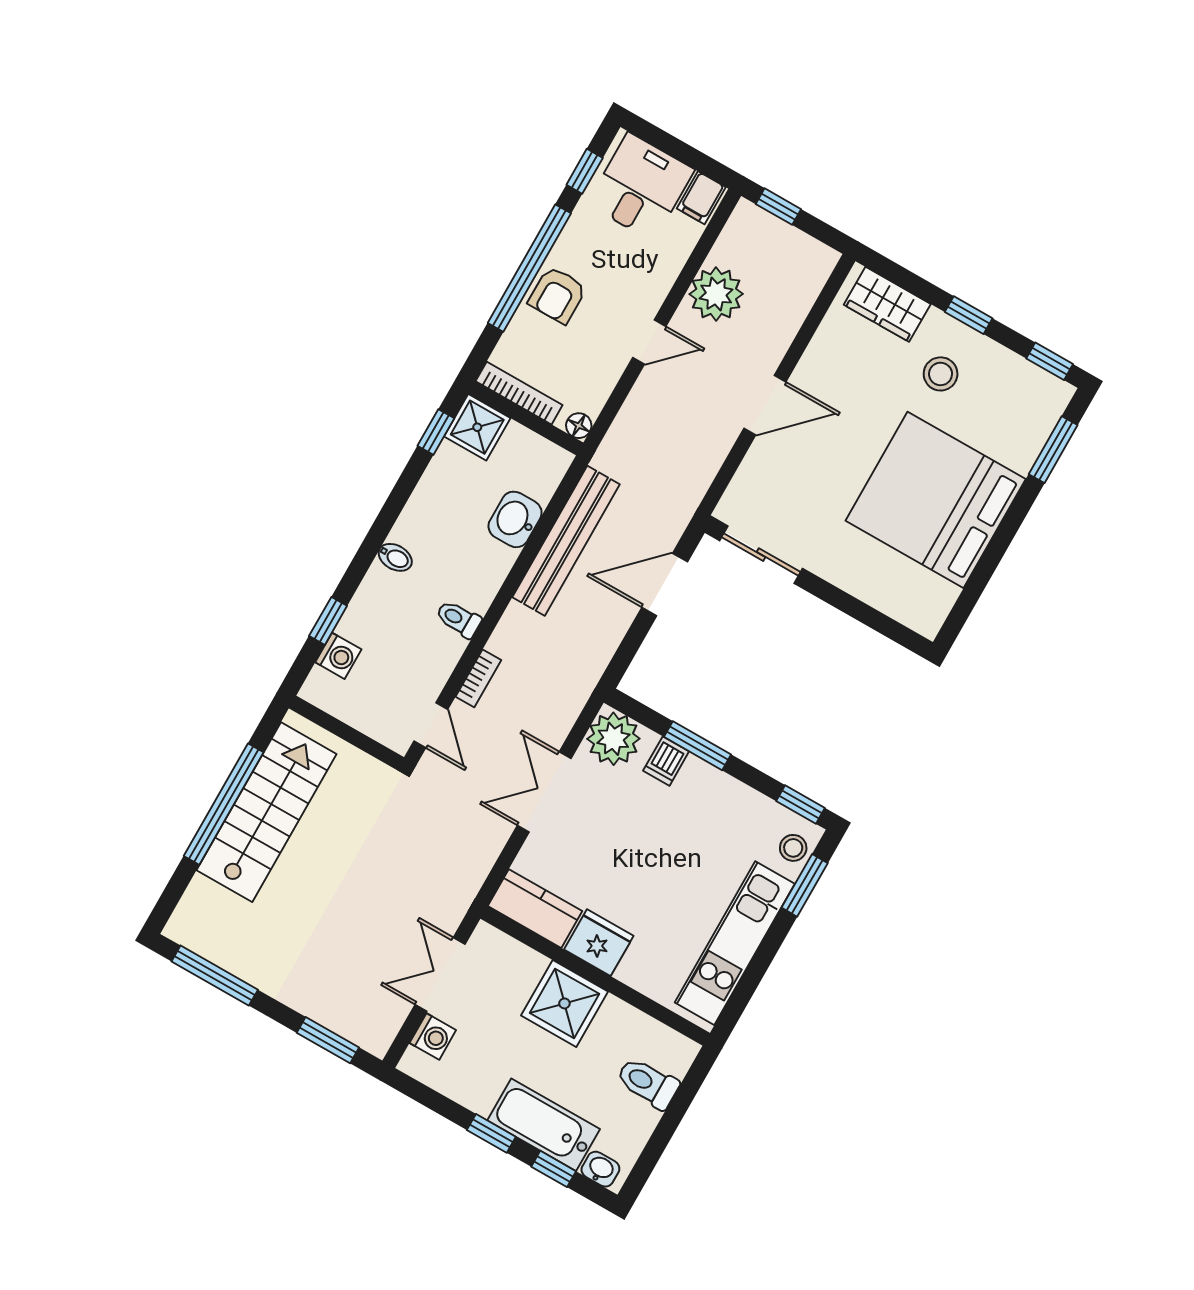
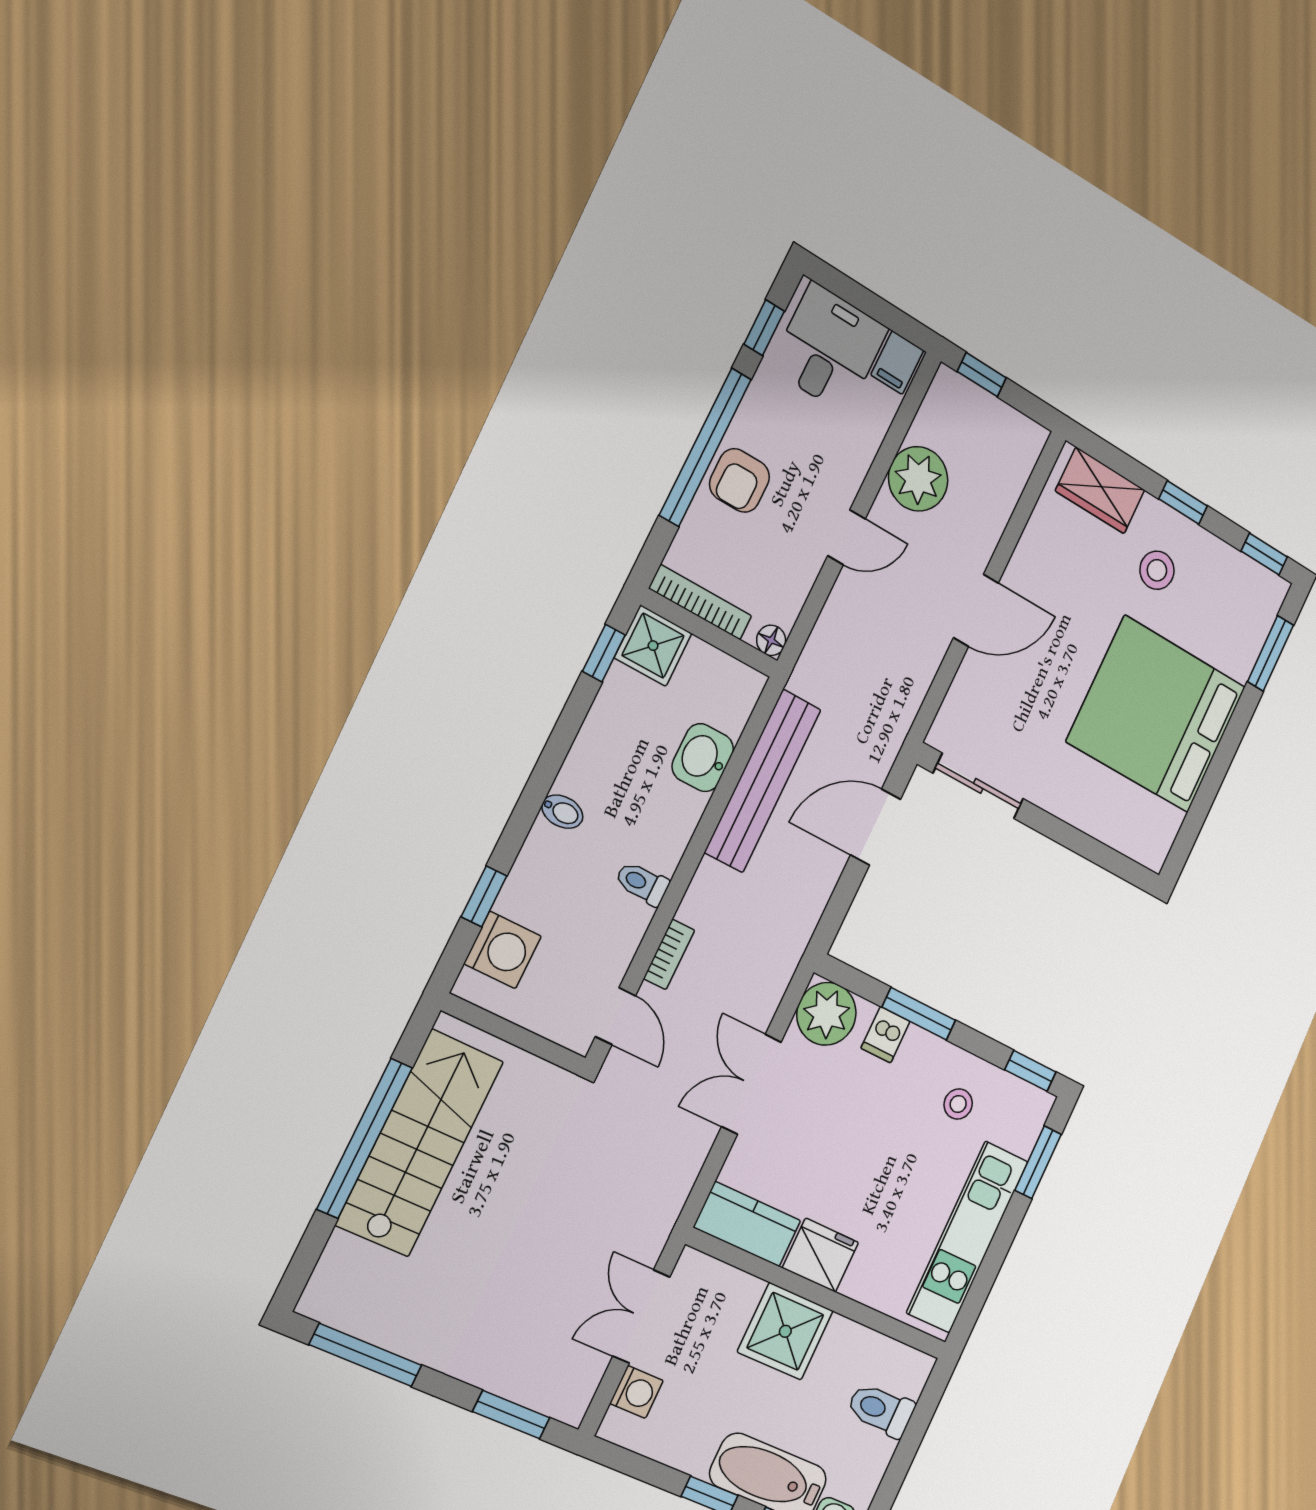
washing machine: (338, 656) -> (503, 950), width x1.38, depth x1.38
stool: (793, 848) -> (958, 1104), moved

